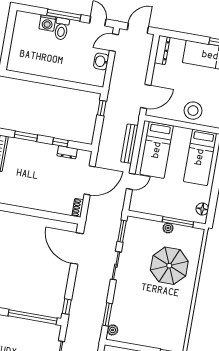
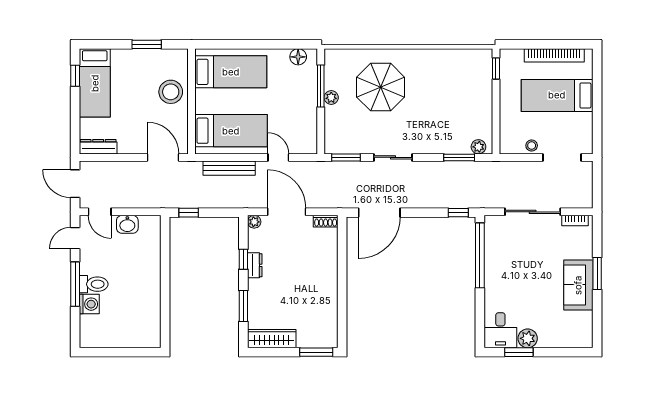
dresser: (67, 152) -> (255, 265), moved
plant: (87, 155) -> (254, 222), added

